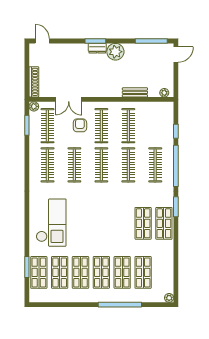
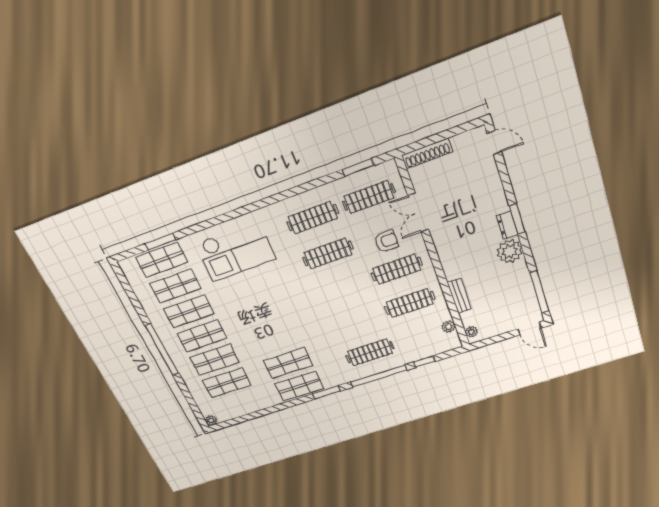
door: (42, 41) -> (494, 143), hinge flipped
plant: (34, 106) -> (449, 327), moved
clothes rail: (101, 165) -> (343, 288), removed
clothes rail: (128, 165) -> (357, 321), removed
window: (120, 305) -> (162, 350), moved

